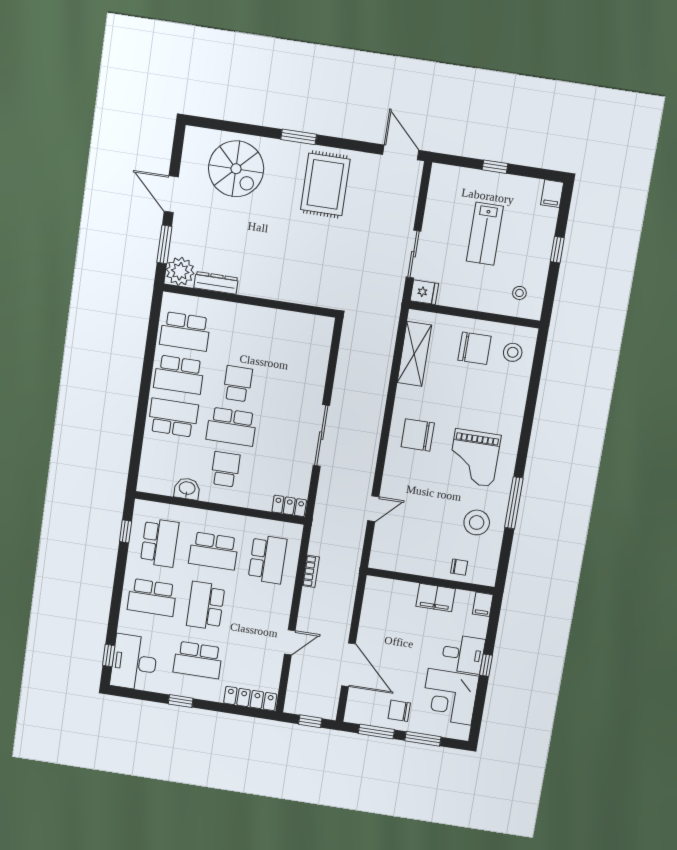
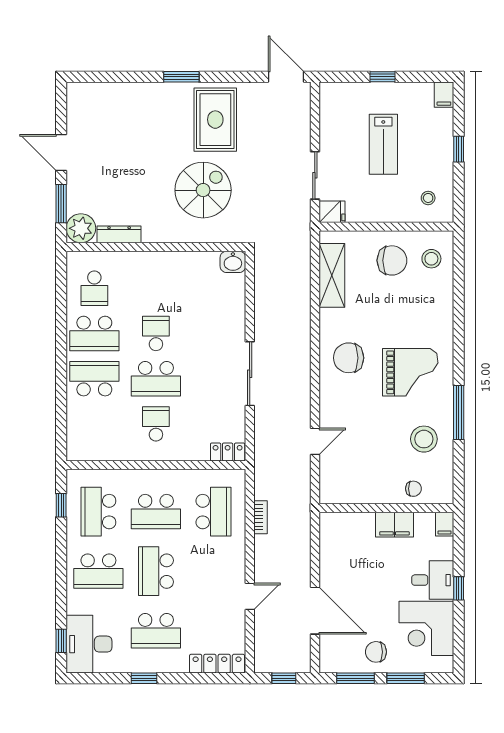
spiral stairs: (236, 169) -> (203, 190), moved, turned -90
school desk: (185, 331) -> (94, 288), width x0.54
grand piano: (474, 458) -> (410, 372), turned -90
washbasin: (187, 489) -> (233, 262), moved, turned 180
school desk: (160, 543) -> (98, 512), turned 180

